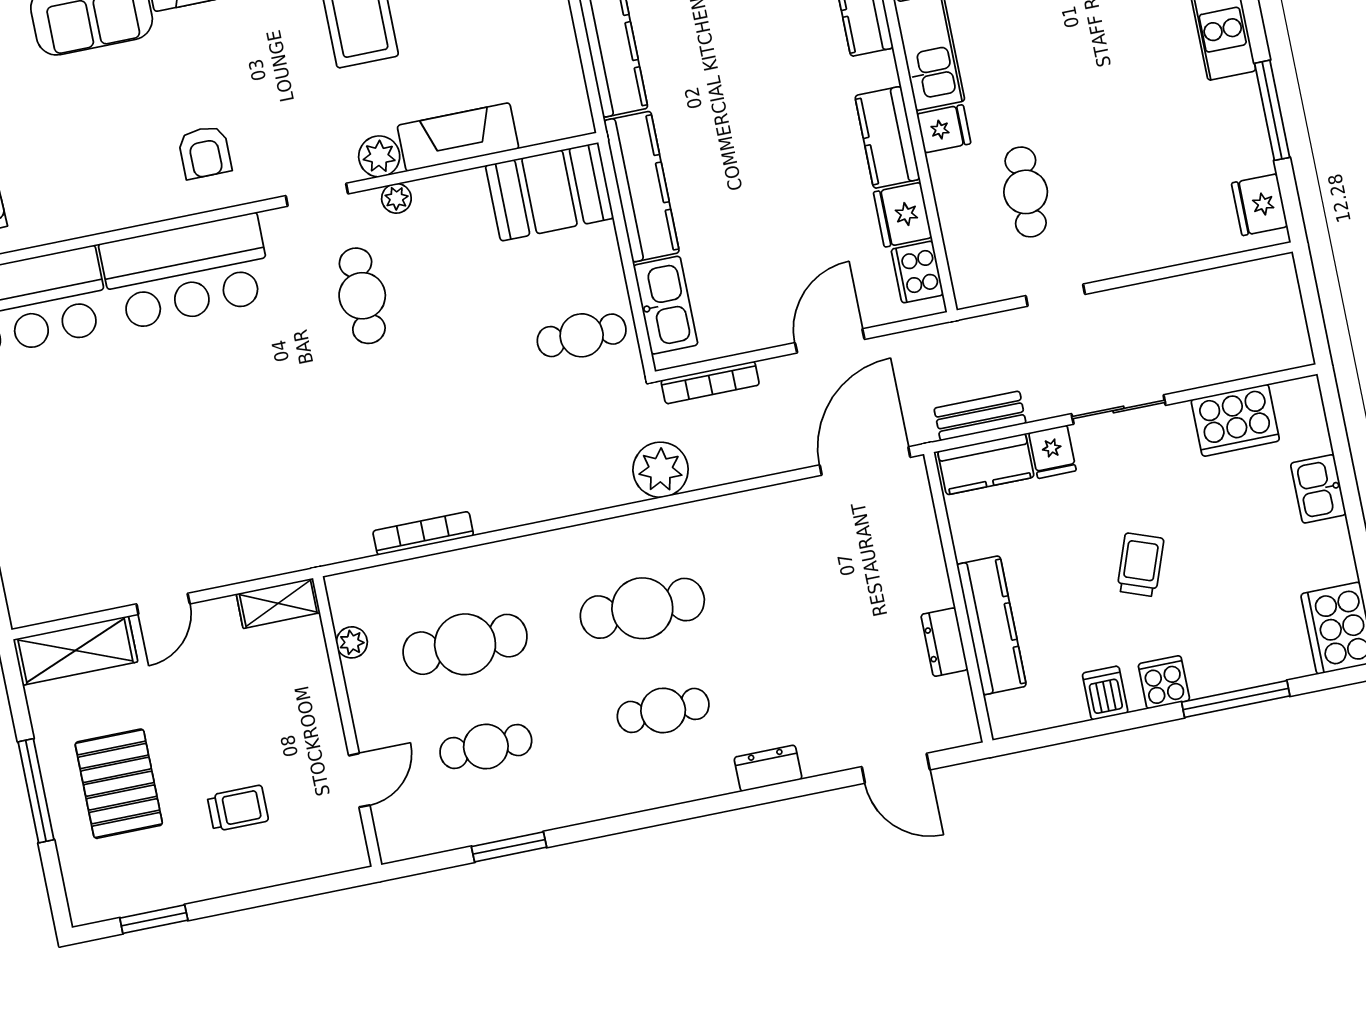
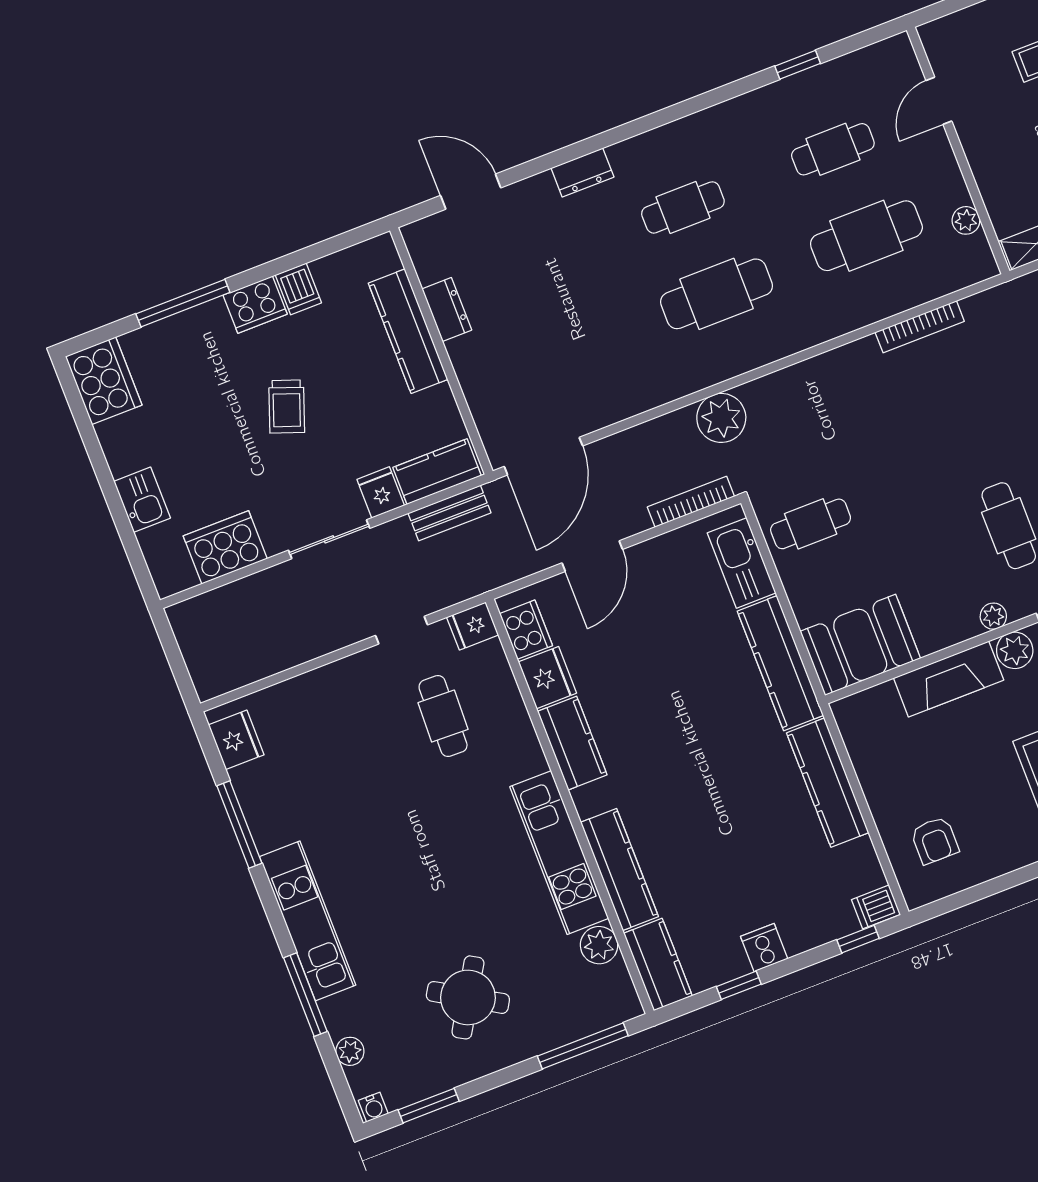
fridge: (944, 129) -> (473, 626), moved
cooker: (1164, 682) -> (255, 305), width x1.36
window: (509, 847) -> (798, 65), width x0.67

